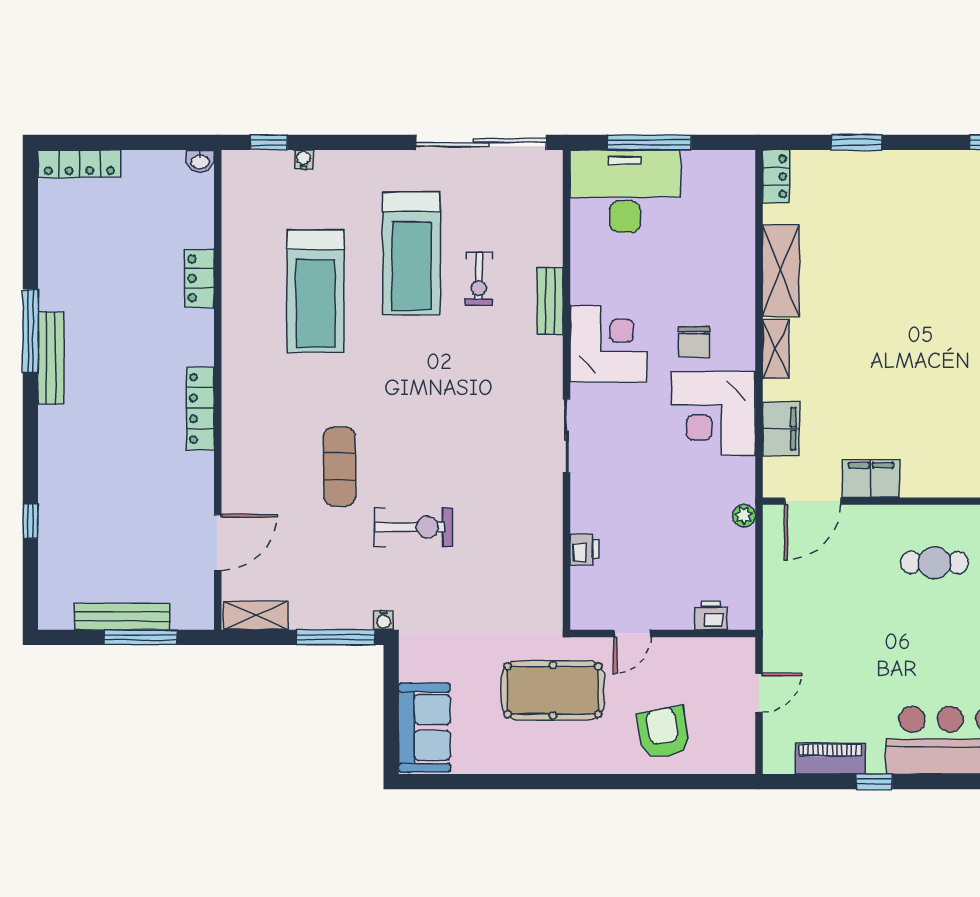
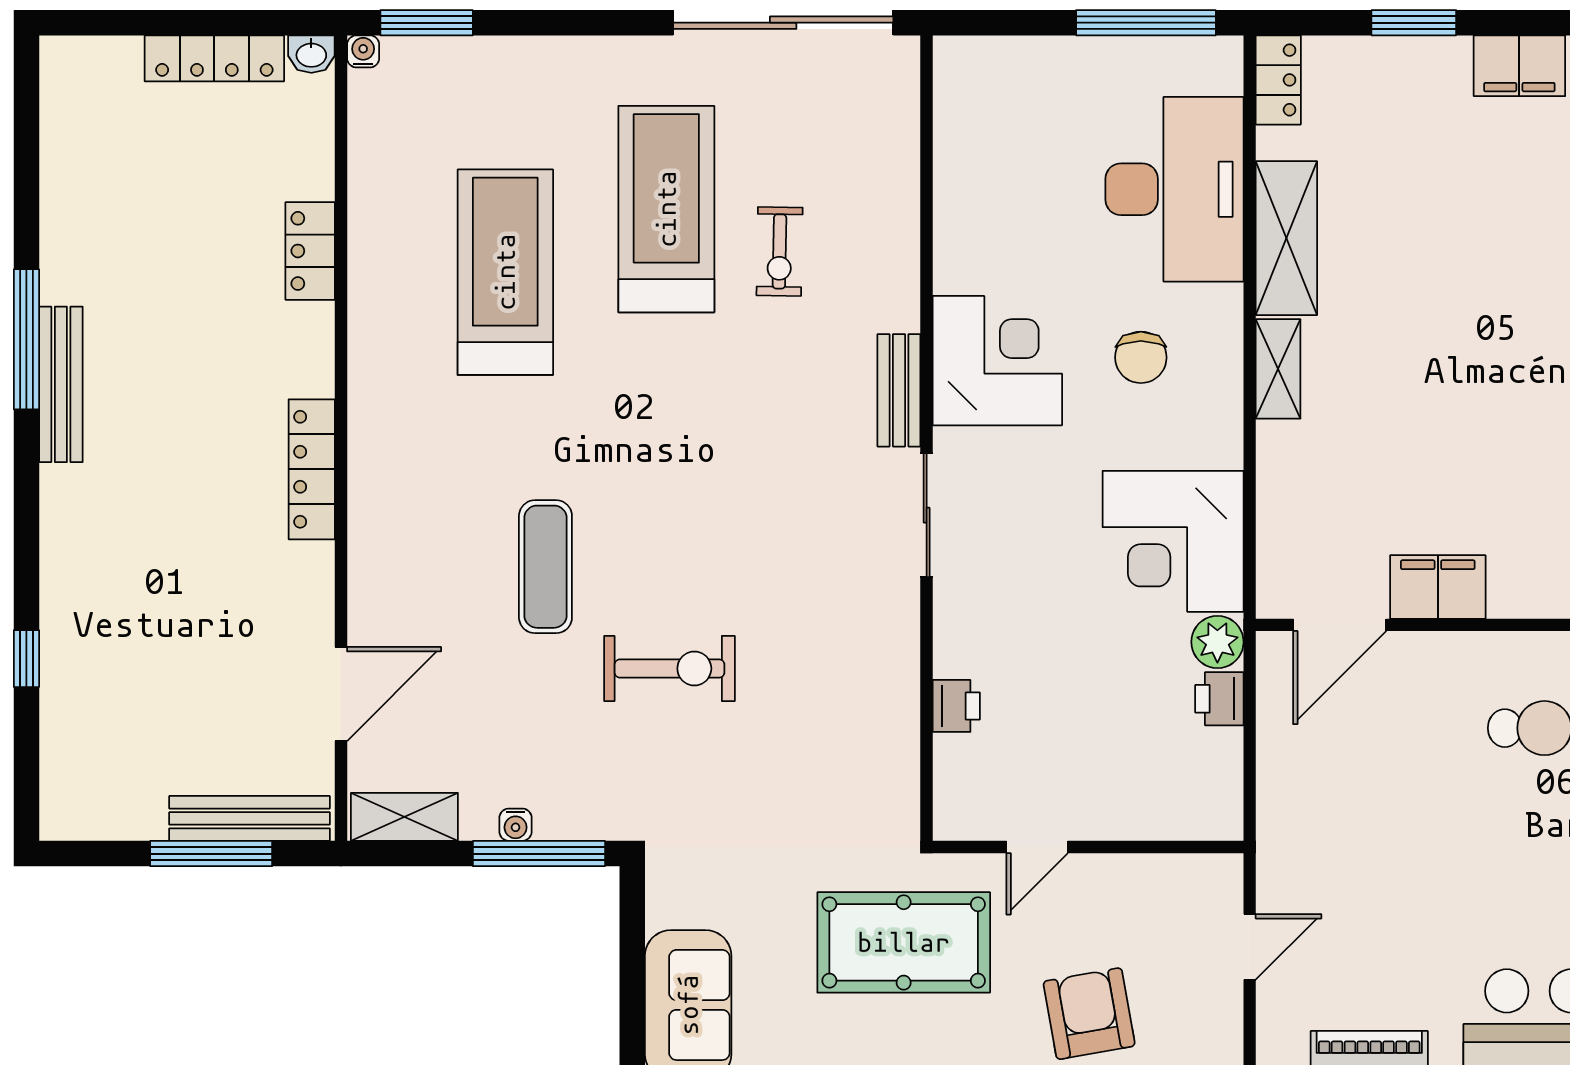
window: (269, 142) -> (427, 23), width x1.50
window: (649, 142) -> (1146, 23), moved
water cooler: (304, 160) -> (363, 51), moved
locker: (79, 164) -> (214, 58), moved
desk: (625, 191) -> (1174, 189), moved, turned 90
treadmill: (411, 253) -> (666, 209), turned 180
treadmill: (316, 291) -> (505, 272), turned 180
bench: (550, 301) -> (899, 390), moved
corner desk: (713, 413) -> (1173, 541), moved
filing cabinet: (781, 429) -> (1519, 66), moved, turned 90
plant: (744, 516) -> (1217, 642), width x1.38, depth x1.38
printer: (711, 615) -> (1219, 699), moved, turned -90
bench: (122, 616) -> (250, 818), moved
water cooler: (384, 620) -> (516, 825), moved

